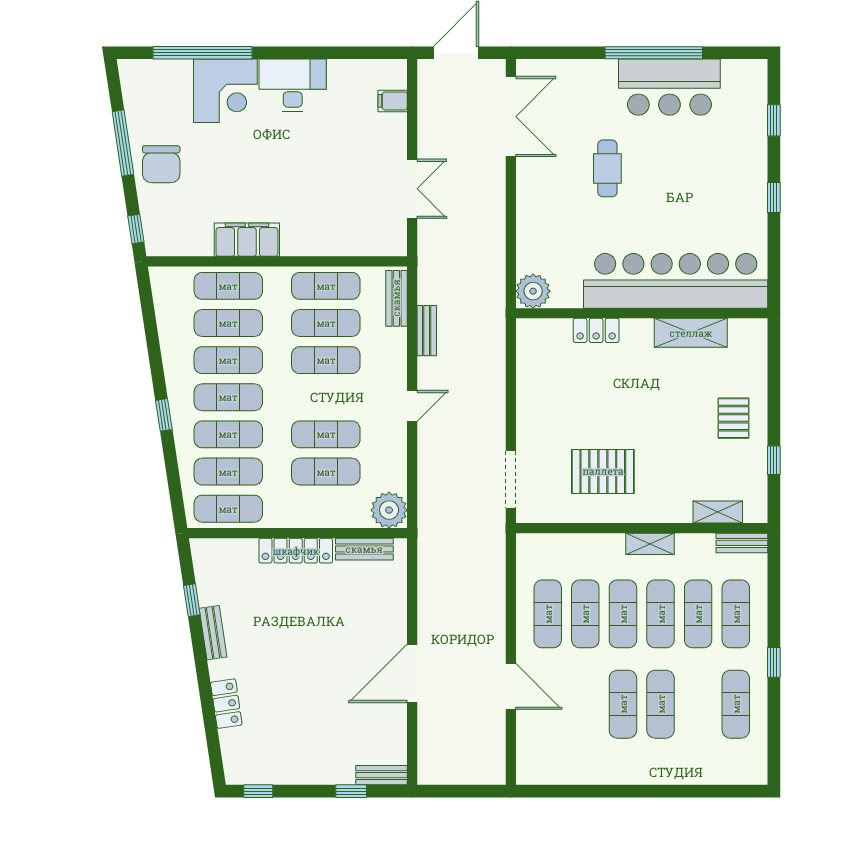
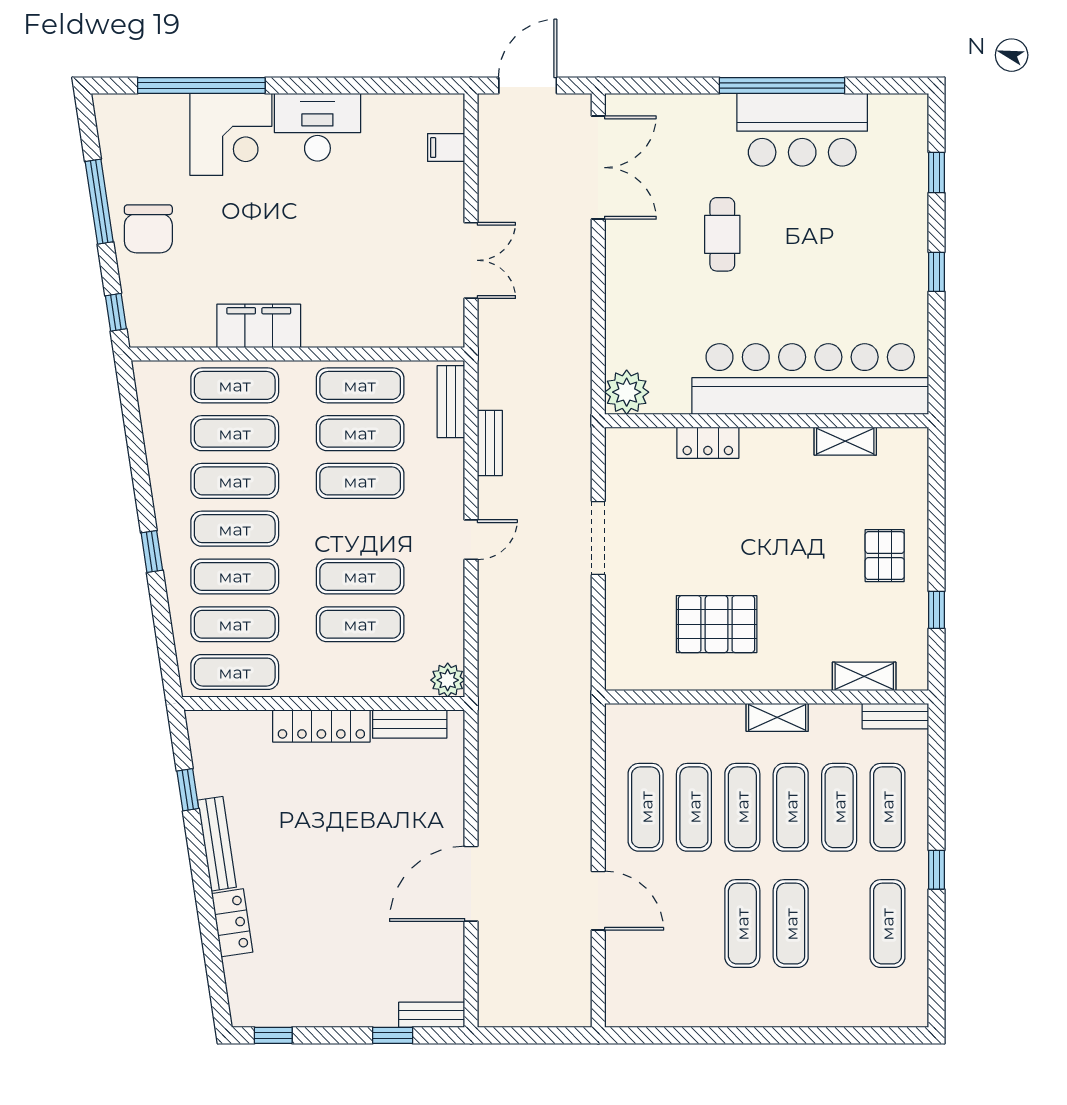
shelving: (691, 333) -> (845, 441), width x0.67, depth x0.75
doorway: (511, 480) -> (598, 538), moved
plant: (389, 510) -> (448, 680), width x0.73, depth x0.73
bench: (213, 633) -> (217, 844), width x1.36

